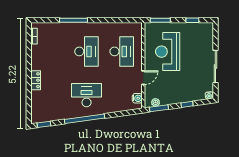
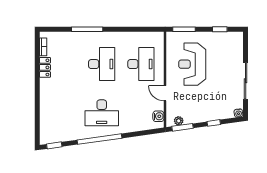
door: (143, 78) -> (165, 93), swing flipped
locker: (36, 80) -> (45, 67), moved
desk: (87, 95) -> (102, 113), turned 180

